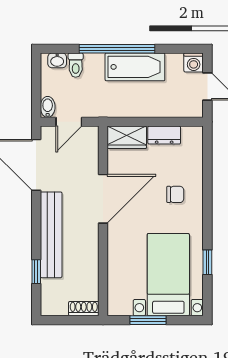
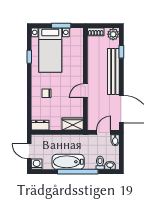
dresser: (164, 135) -> (40, 125), moved
door: (103, 199) -> (85, 91), width x0.53
plant: (51, 304) -> (113, 34), added

